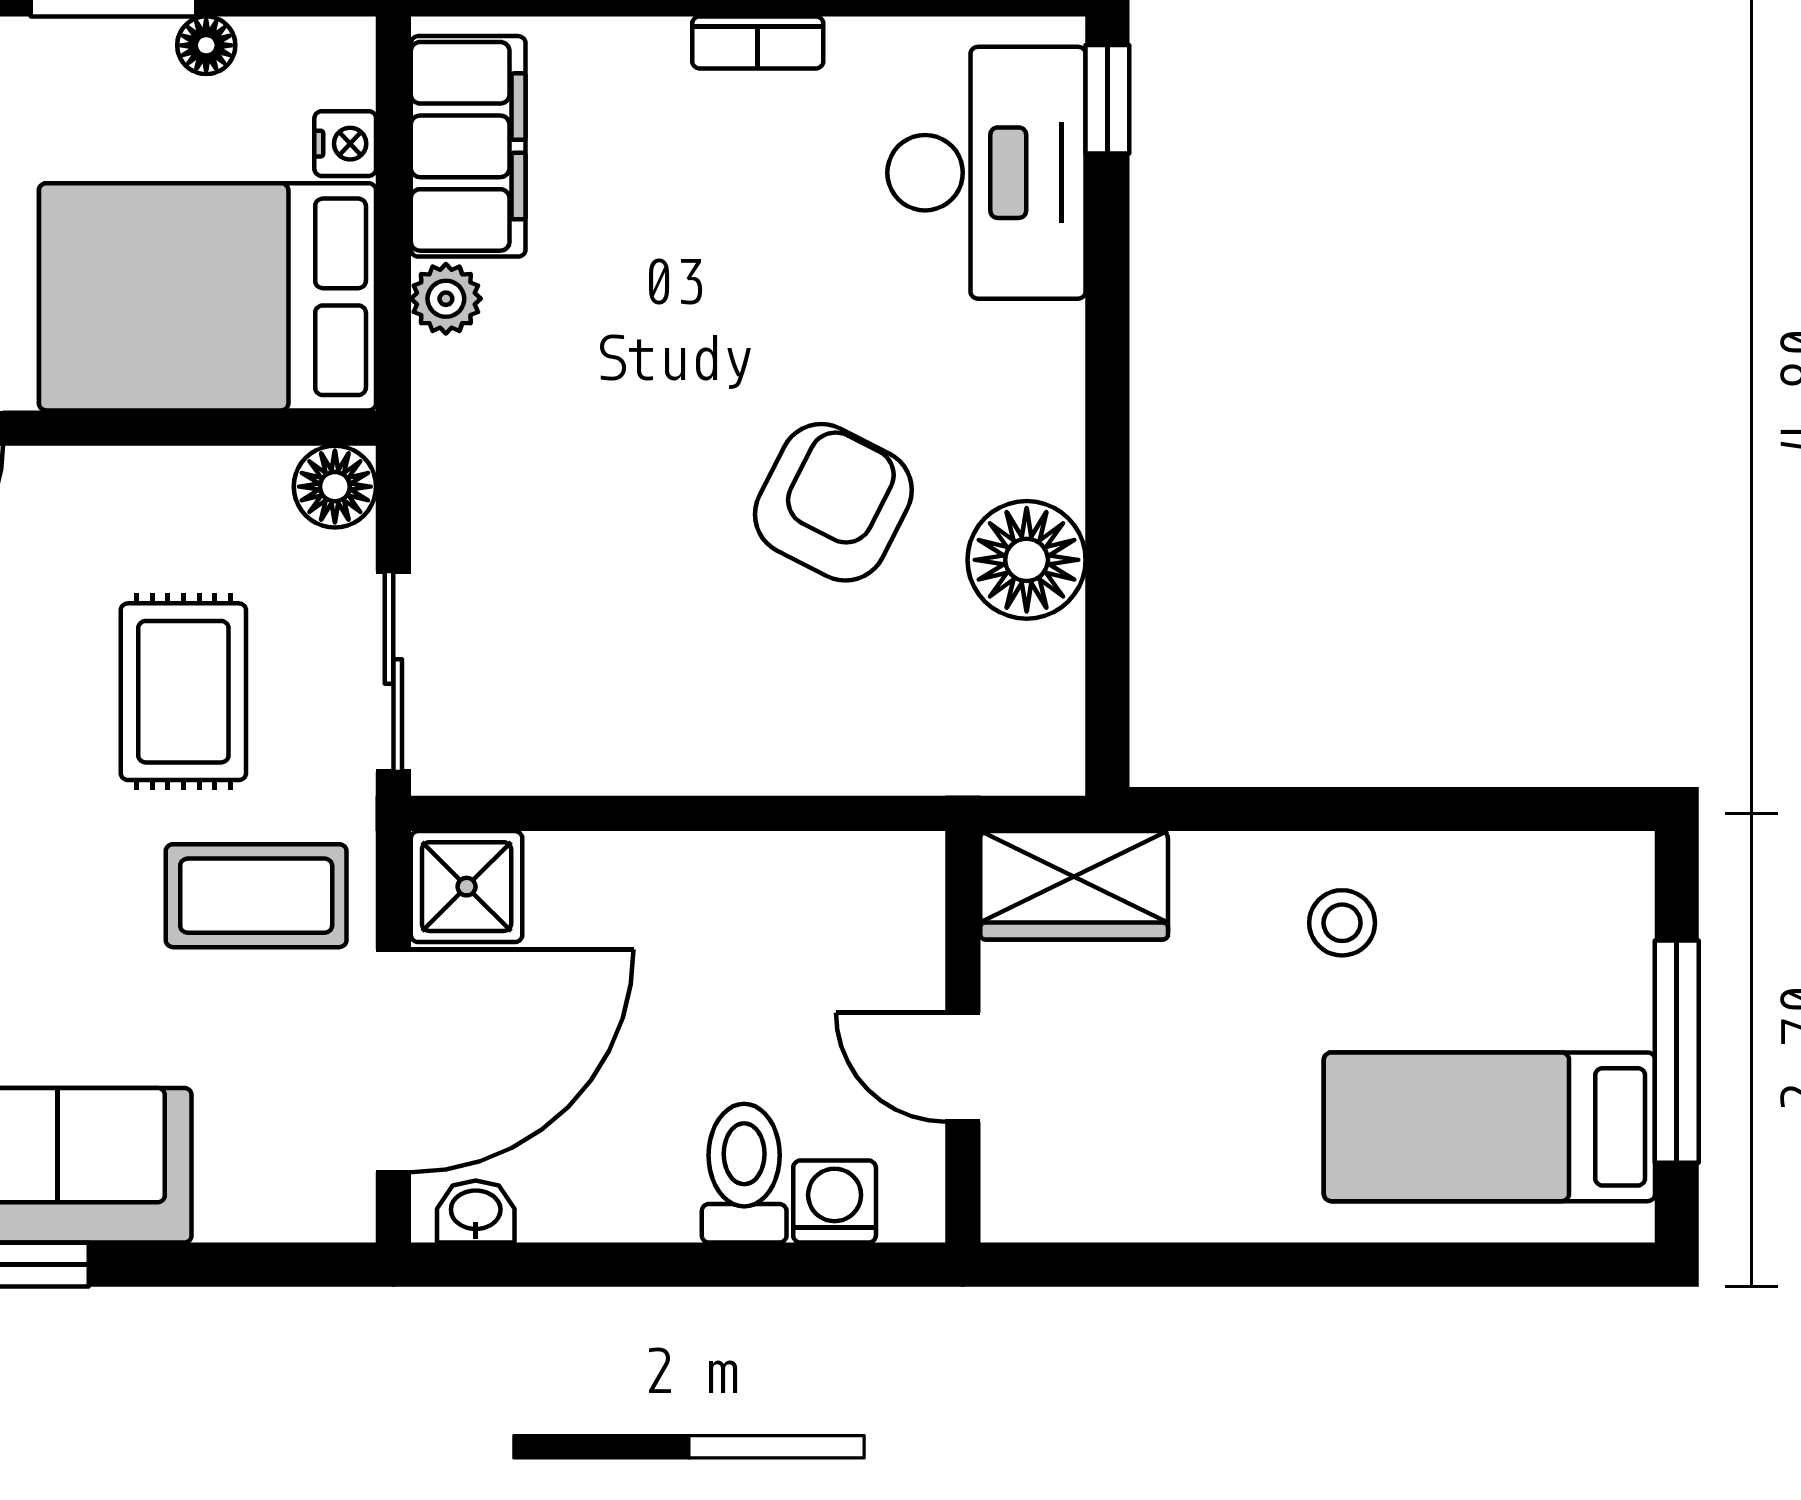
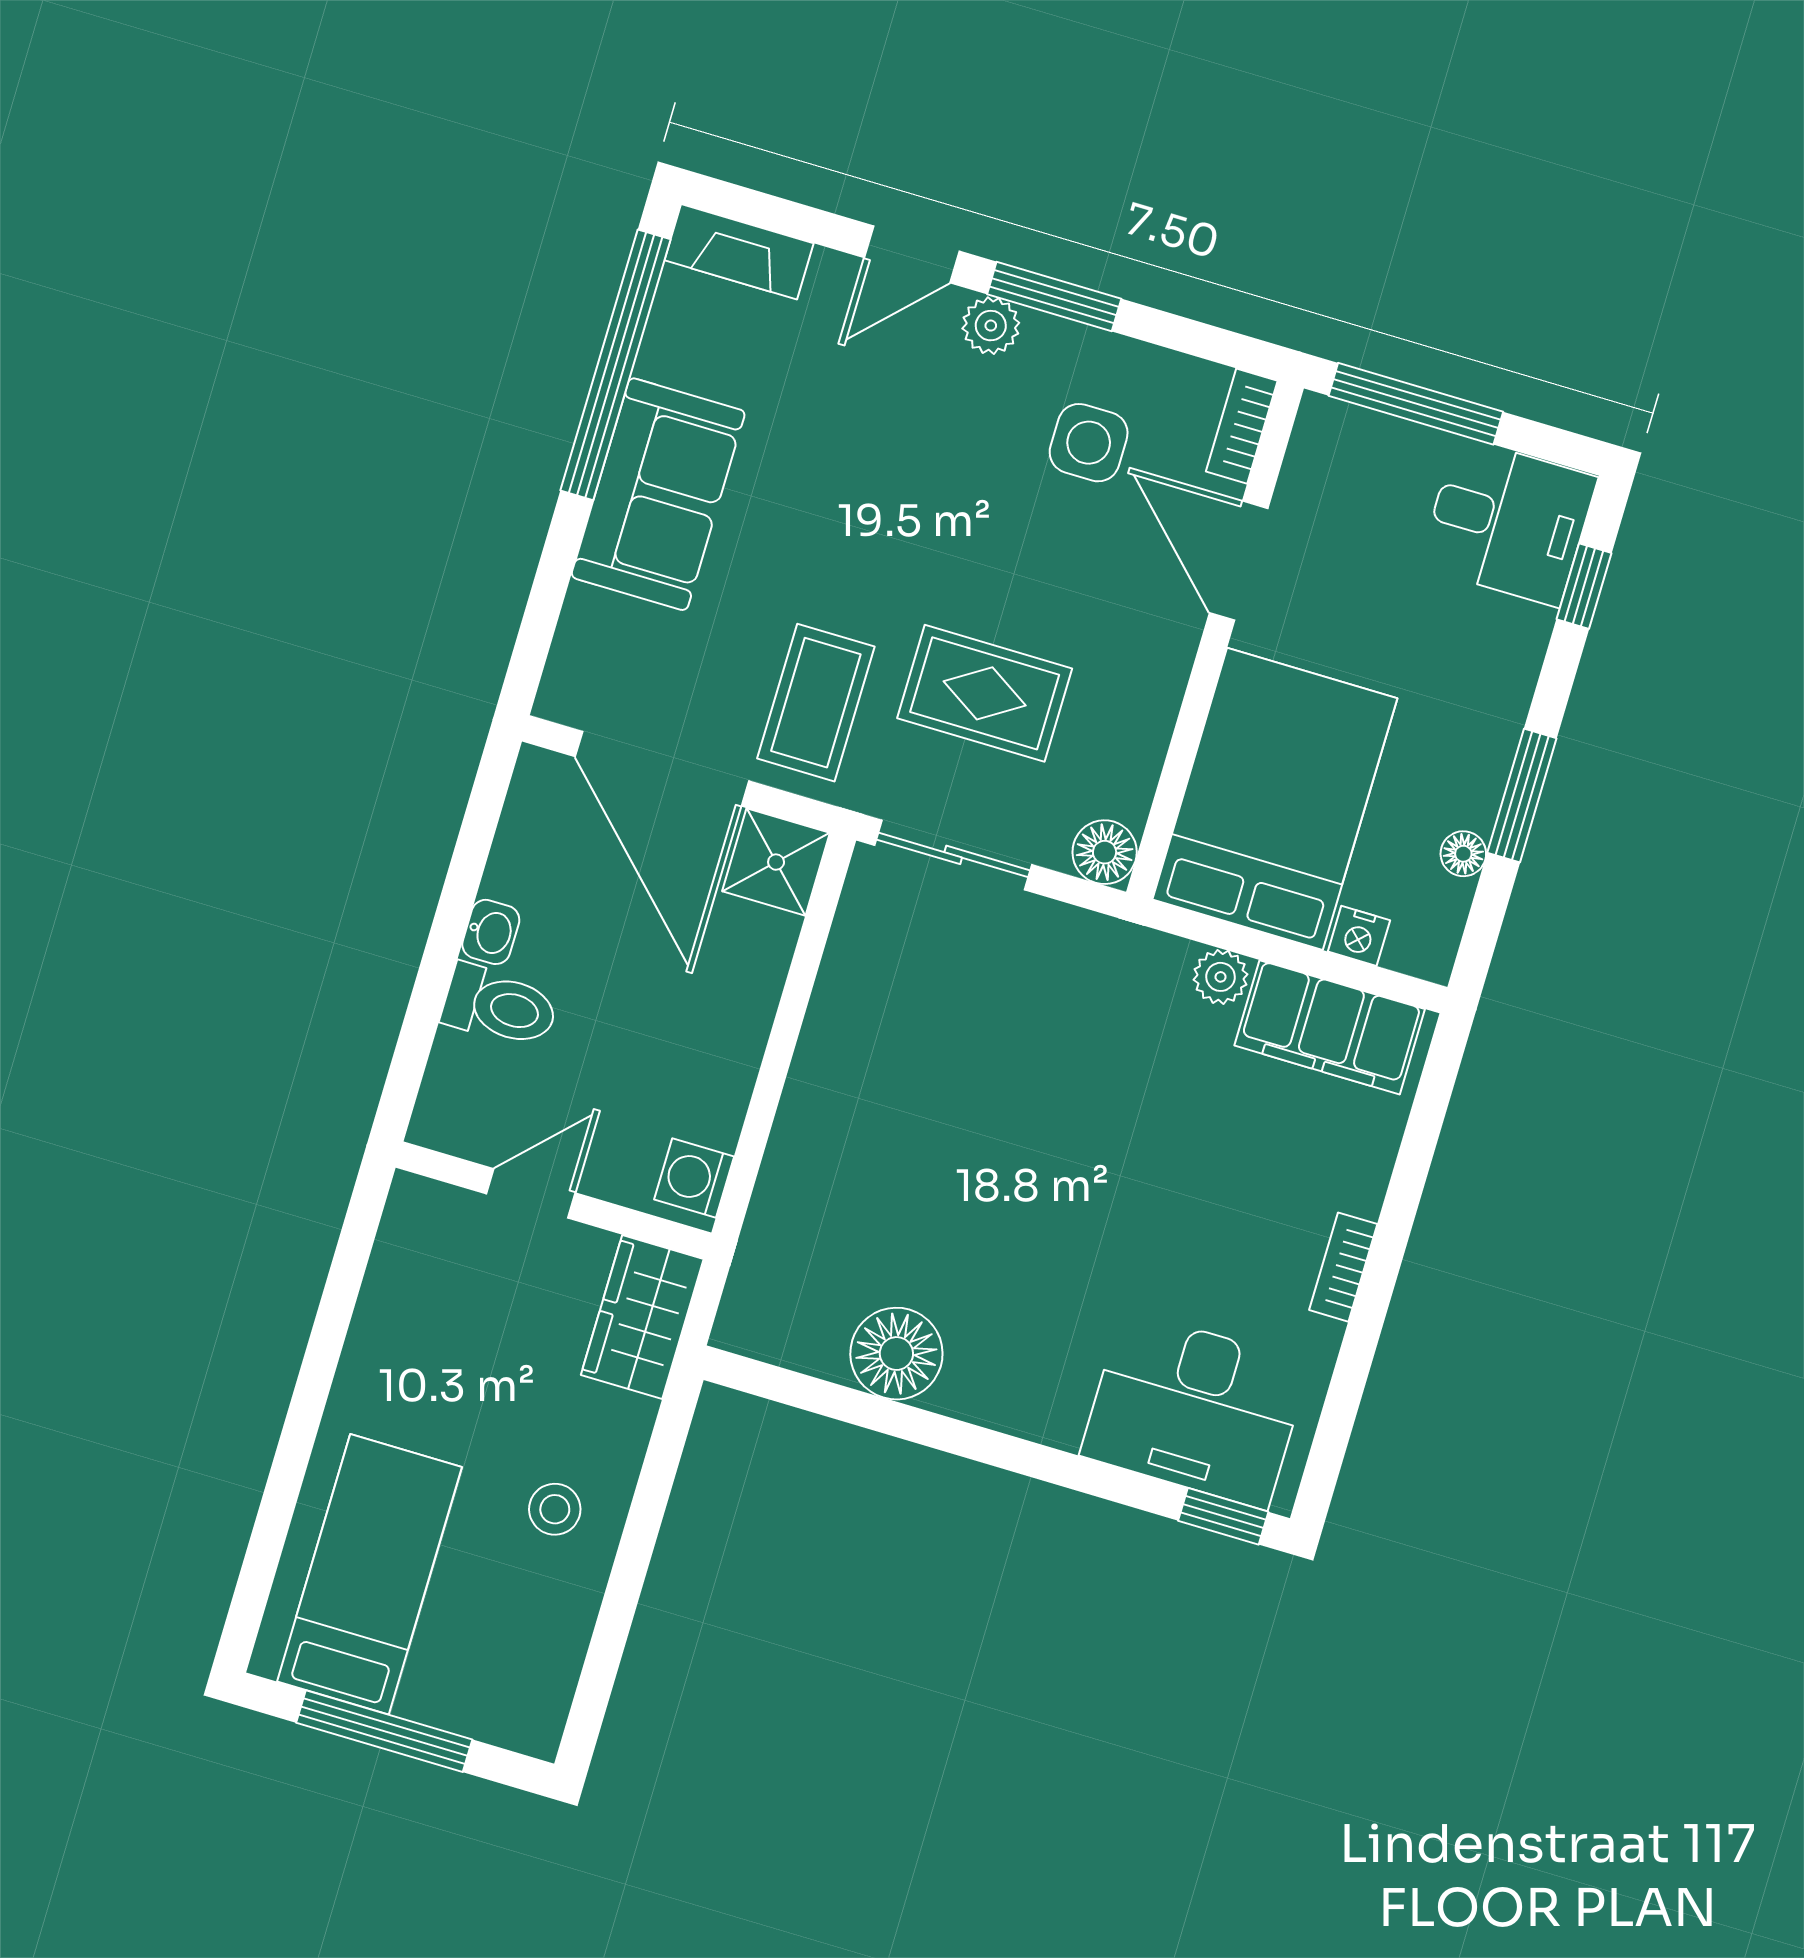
armchair: (833, 502) -> (982, 1222), removed
washing machine: (835, 1202) -> (694, 1178), moved, turned 180
washbasin: (476, 1212) -> (491, 932), moved

